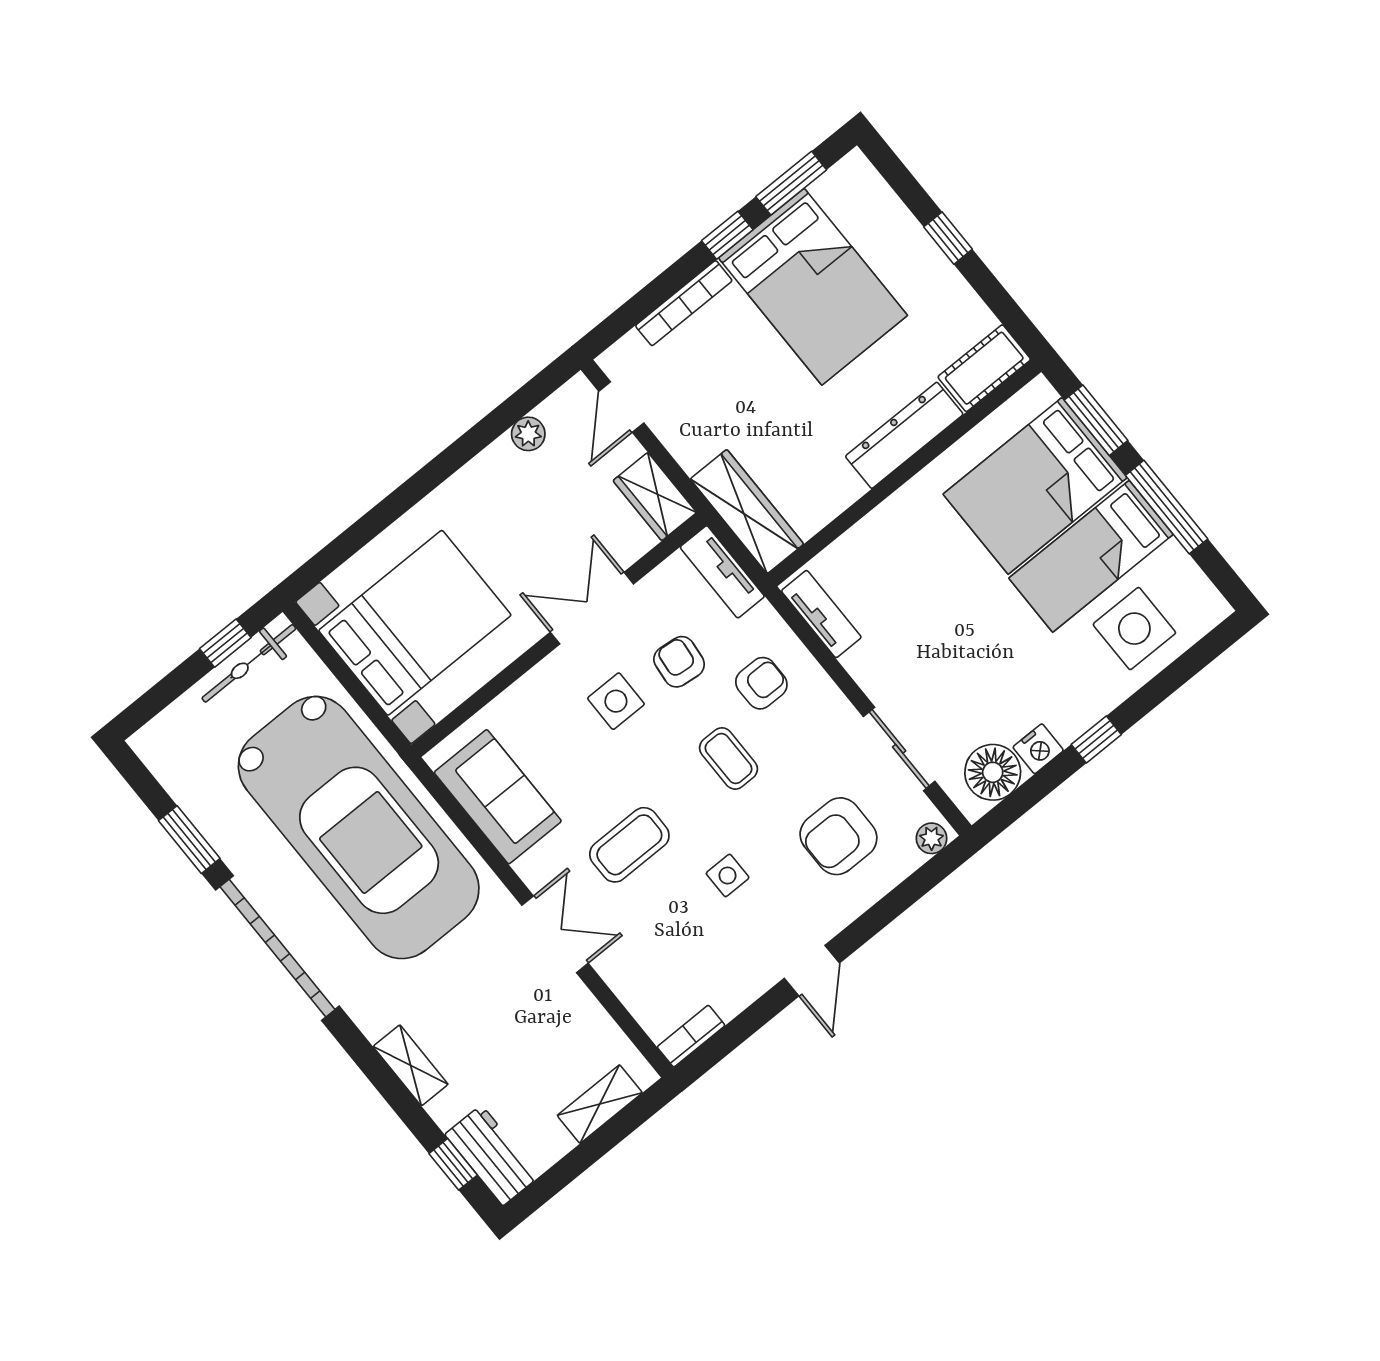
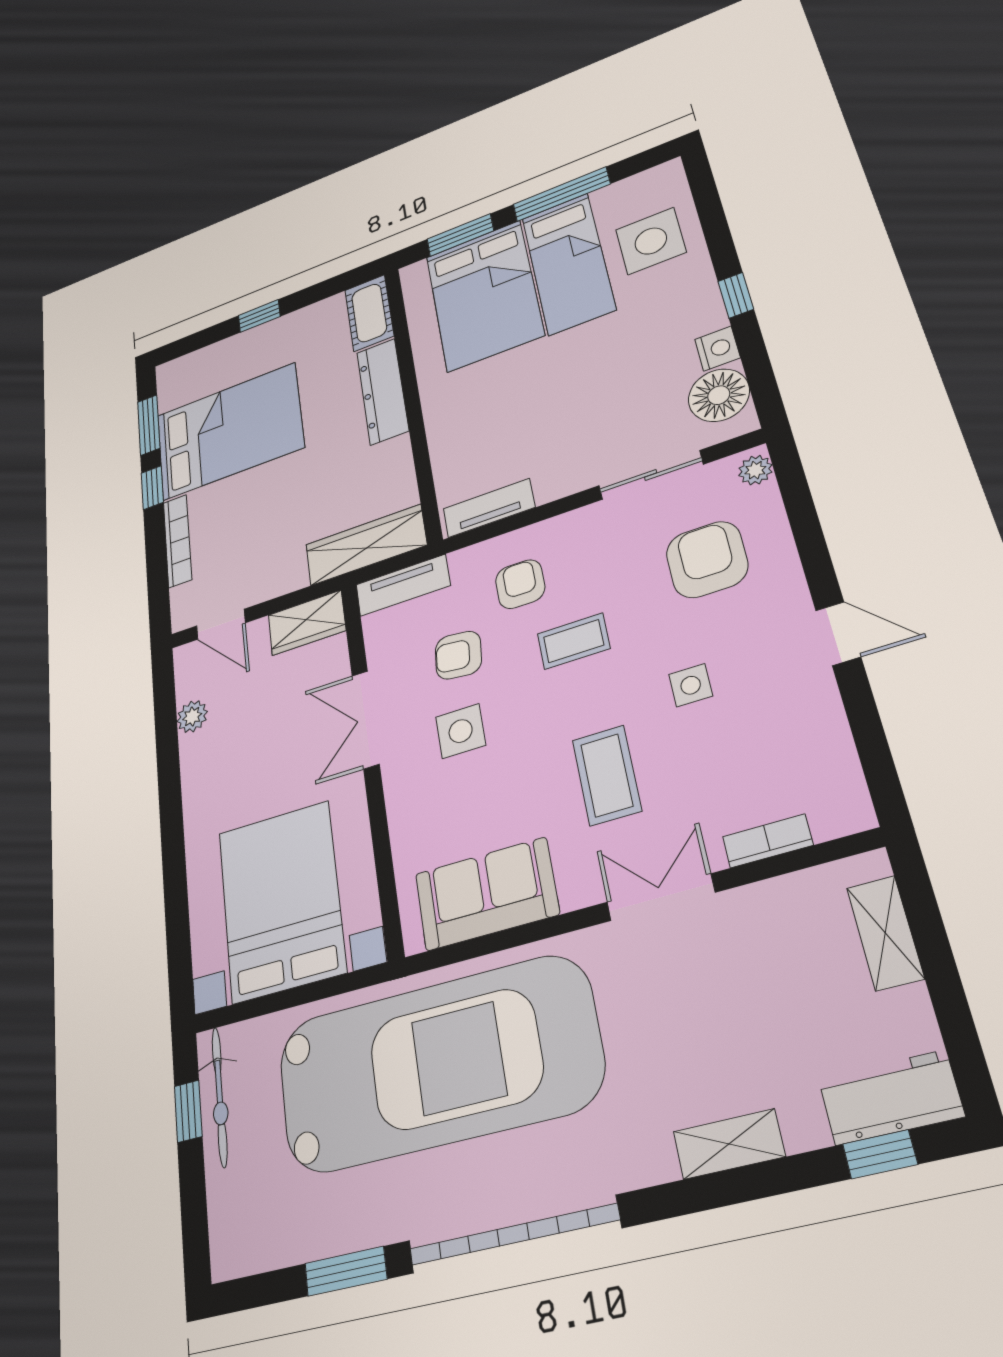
armchair: (838, 836) -> (707, 559), turned 180
bookcase: (691, 1036) -> (768, 841), moved, turned 90

